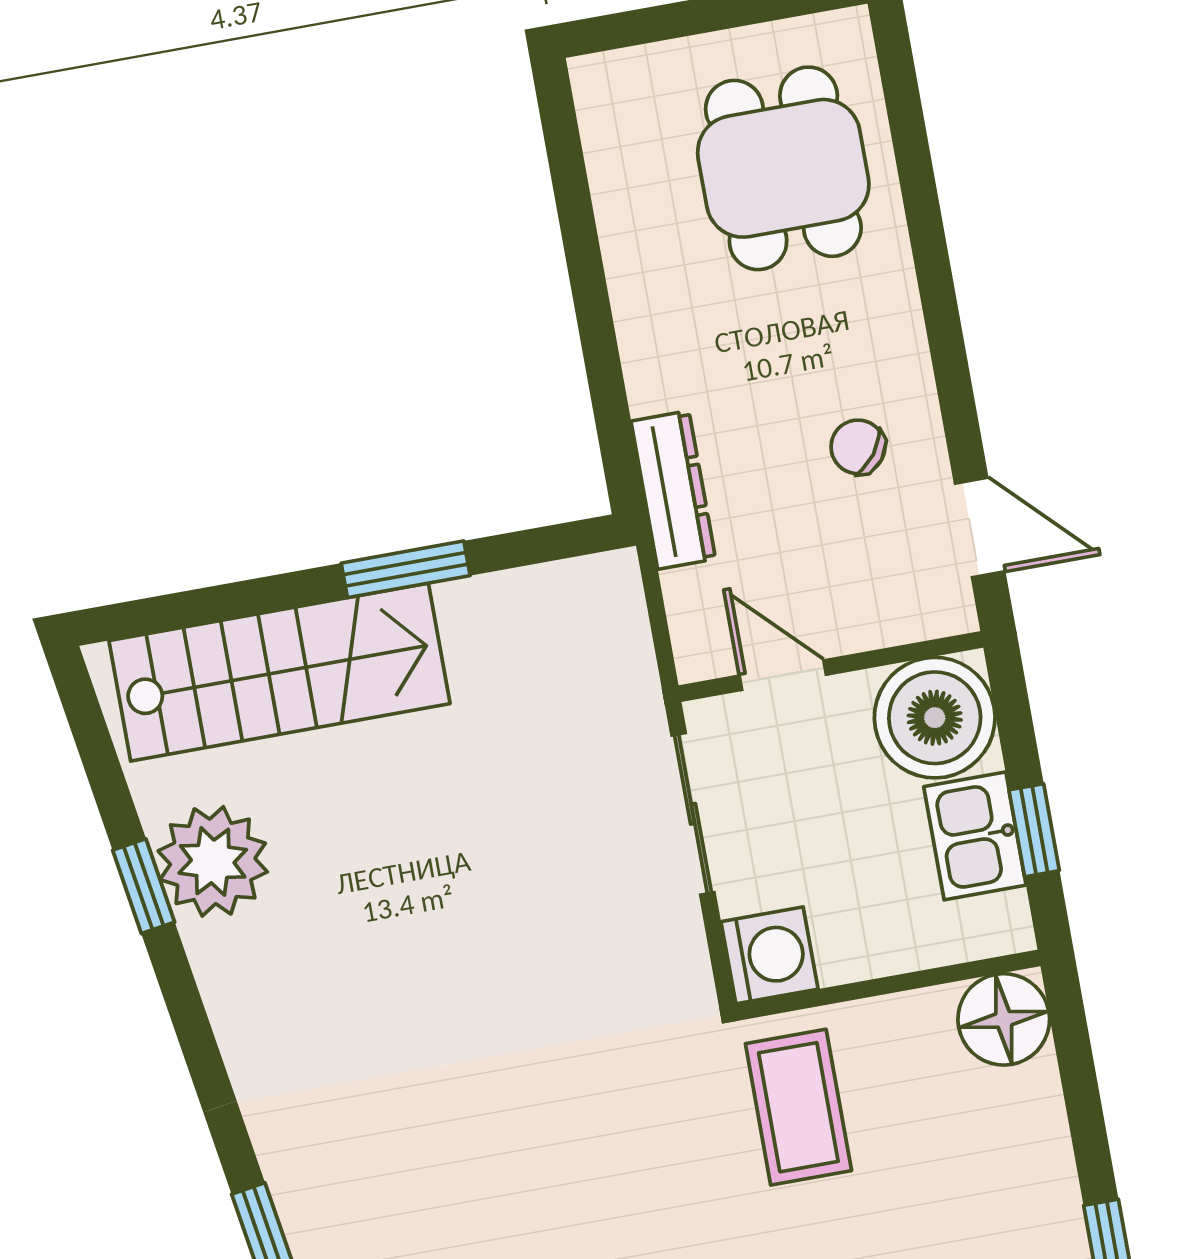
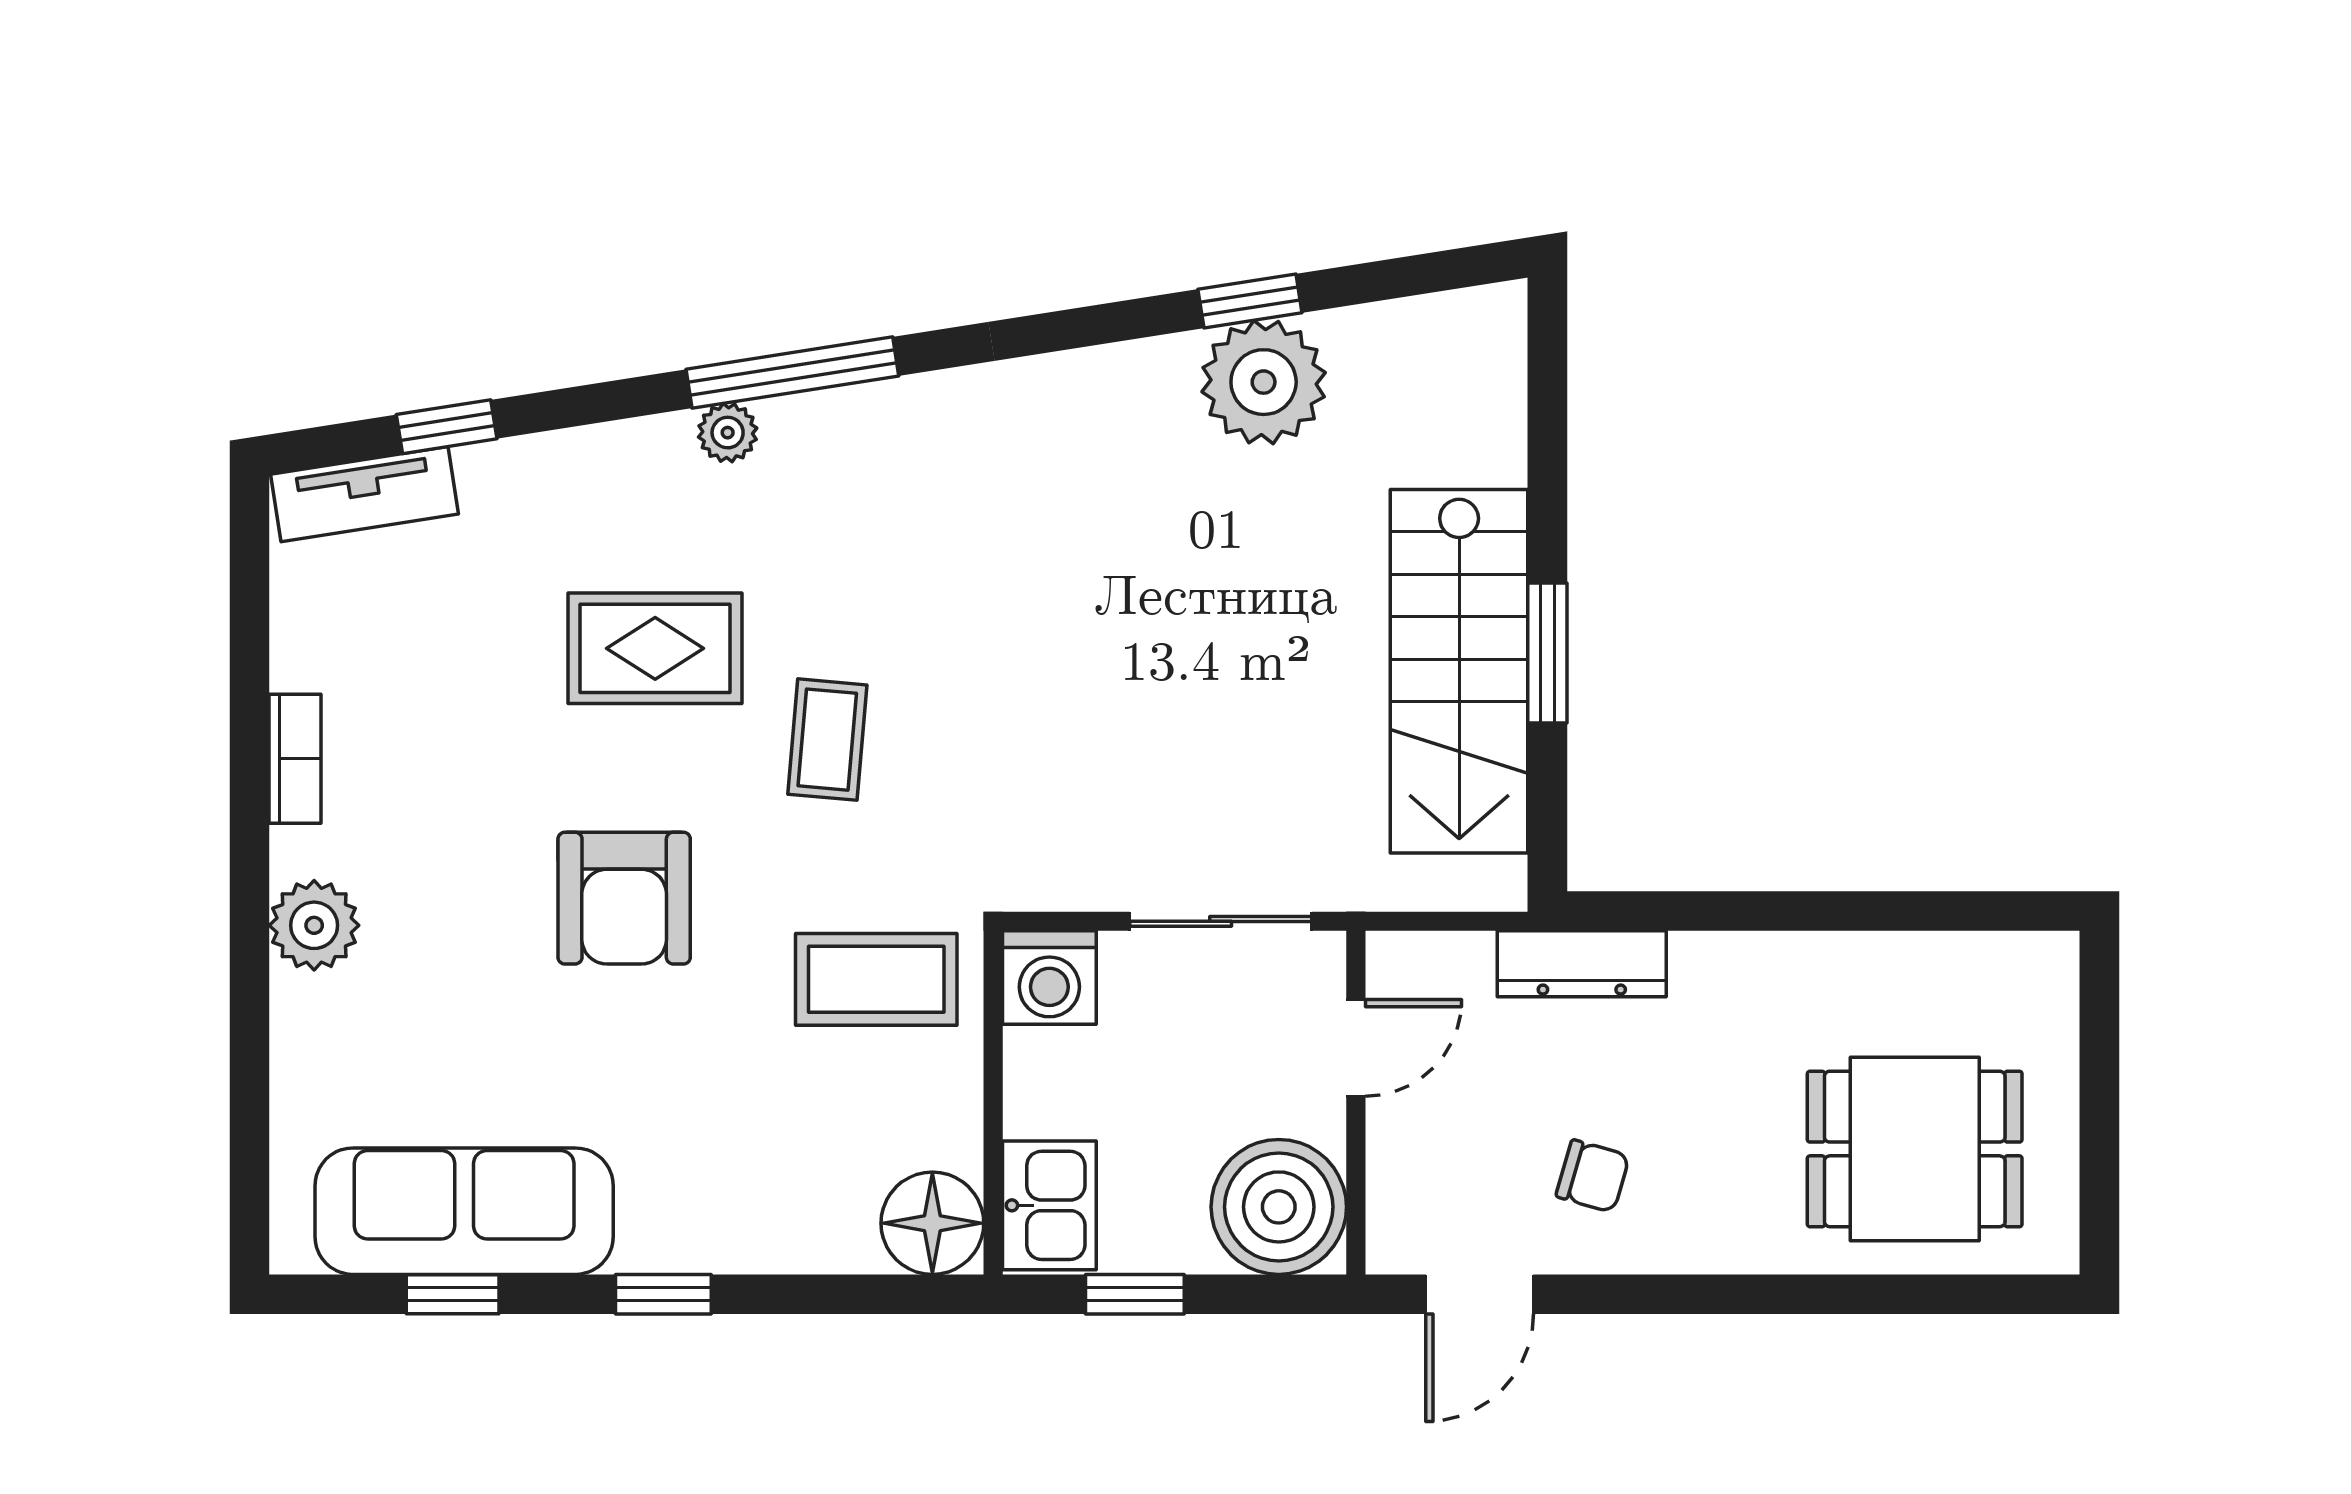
chair: (858, 447) -> (1593, 1176), turned 69
stairs: (279, 672) -> (1459, 671), moved
kitchen sink: (975, 836) -> (1049, 1205), moved, turned 90
coffee table: (596, 1188) -> (827, 740), added

